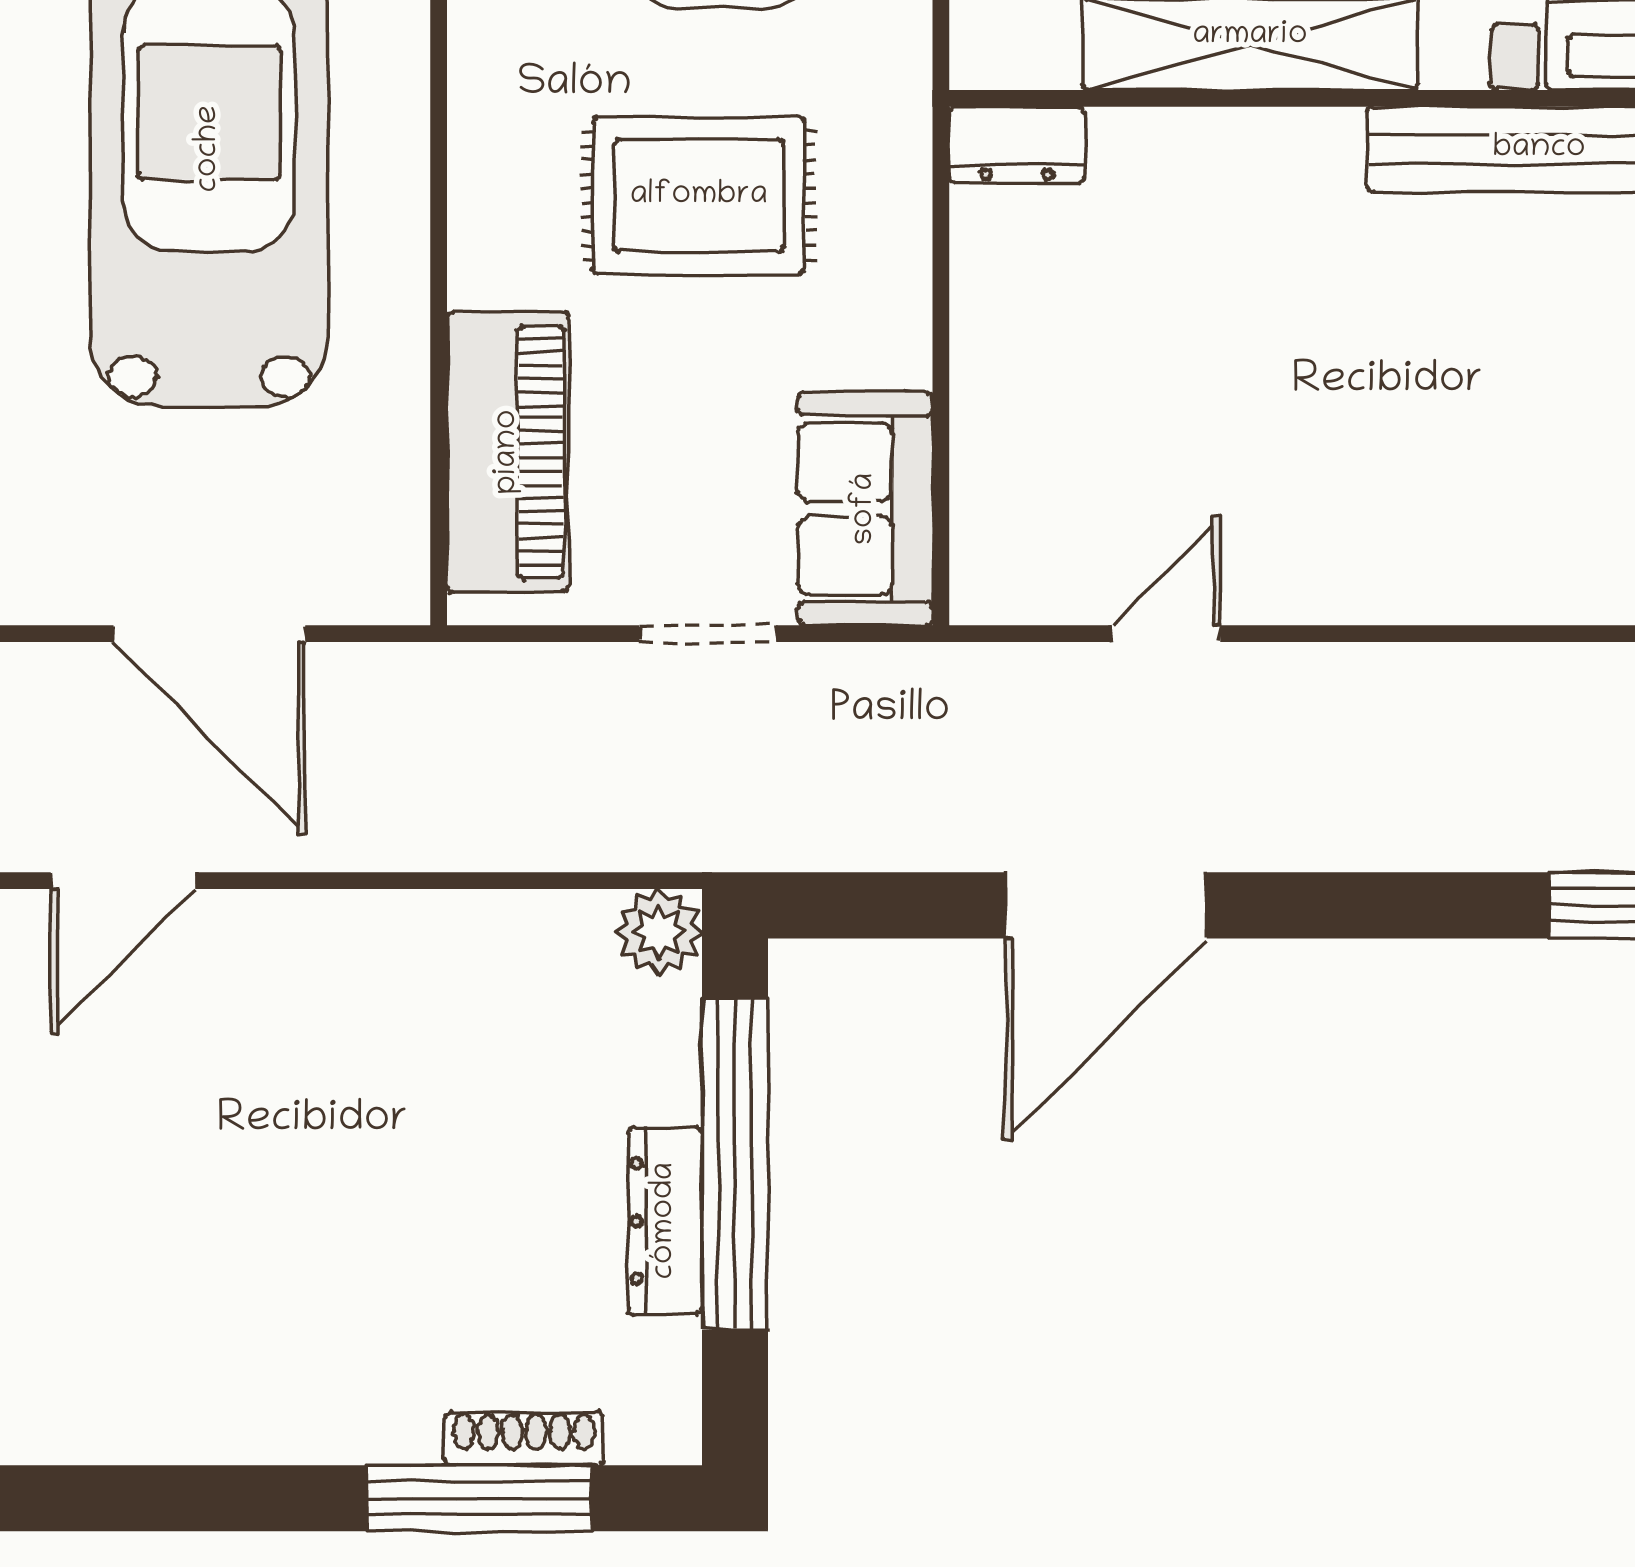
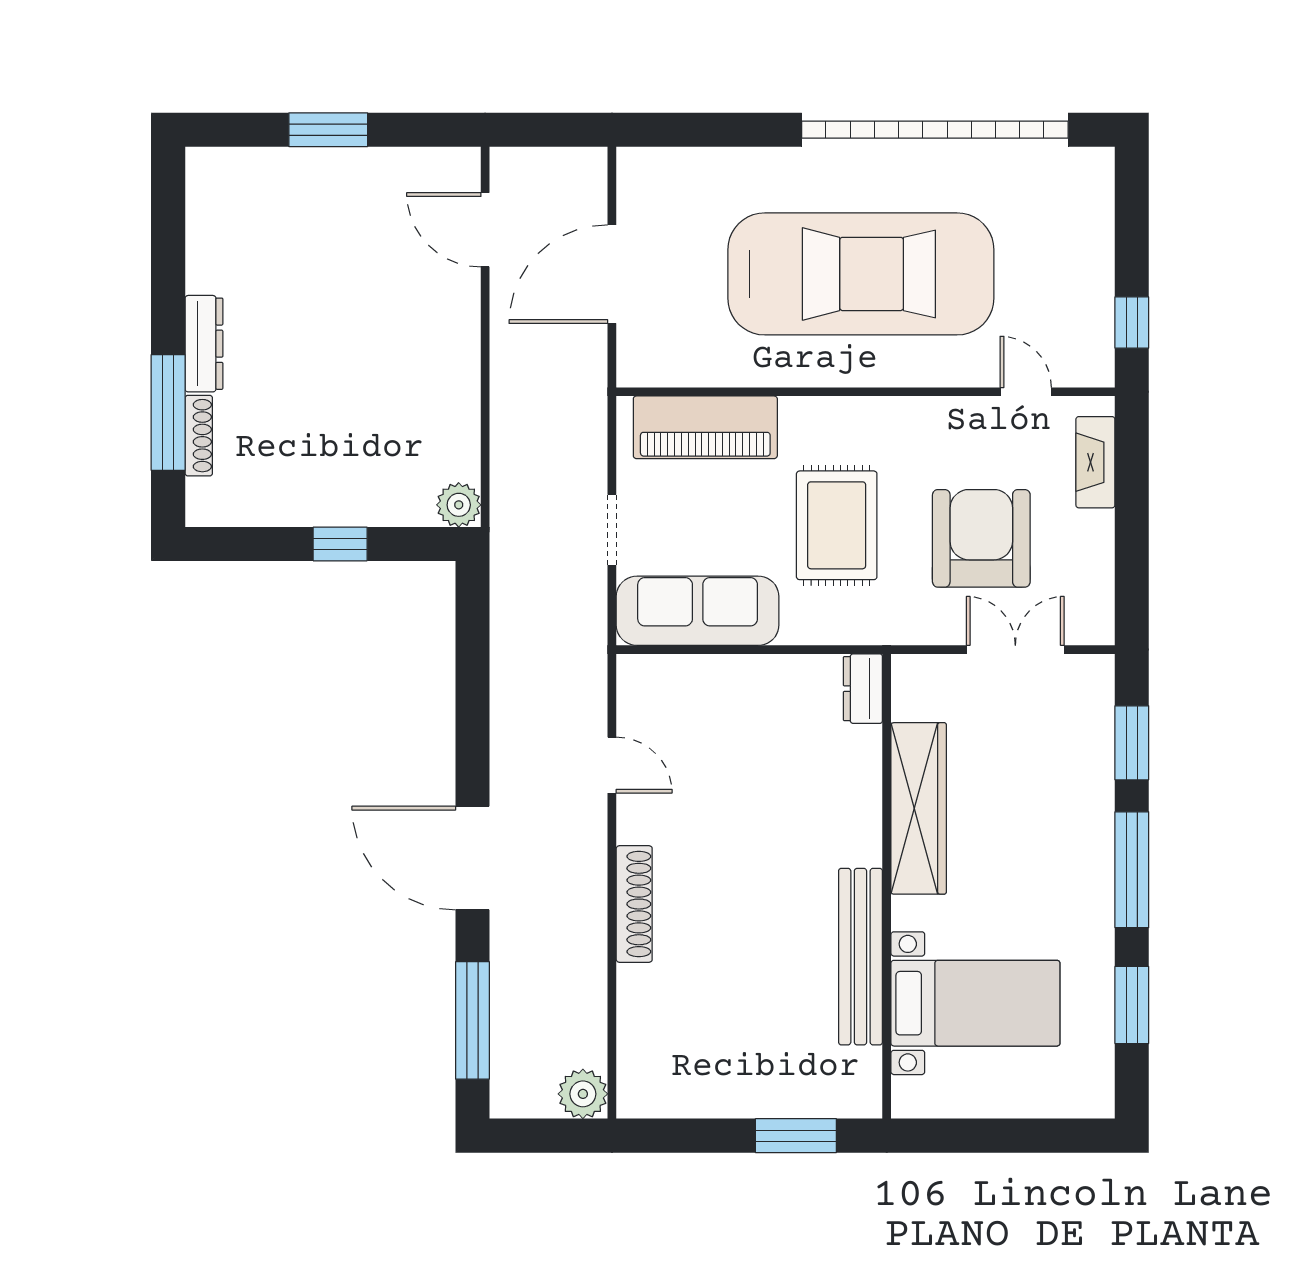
sofa: (865, 509) -> (698, 611), width x1.36
shoe rack: (1437, 590) -> (634, 904), added
door: (1106, 905) -> (472, 858), moved
window: (735, 1163) -> (340, 544), width x0.32
dresser: (665, 1221) -> (204, 344), moved, turned 90

